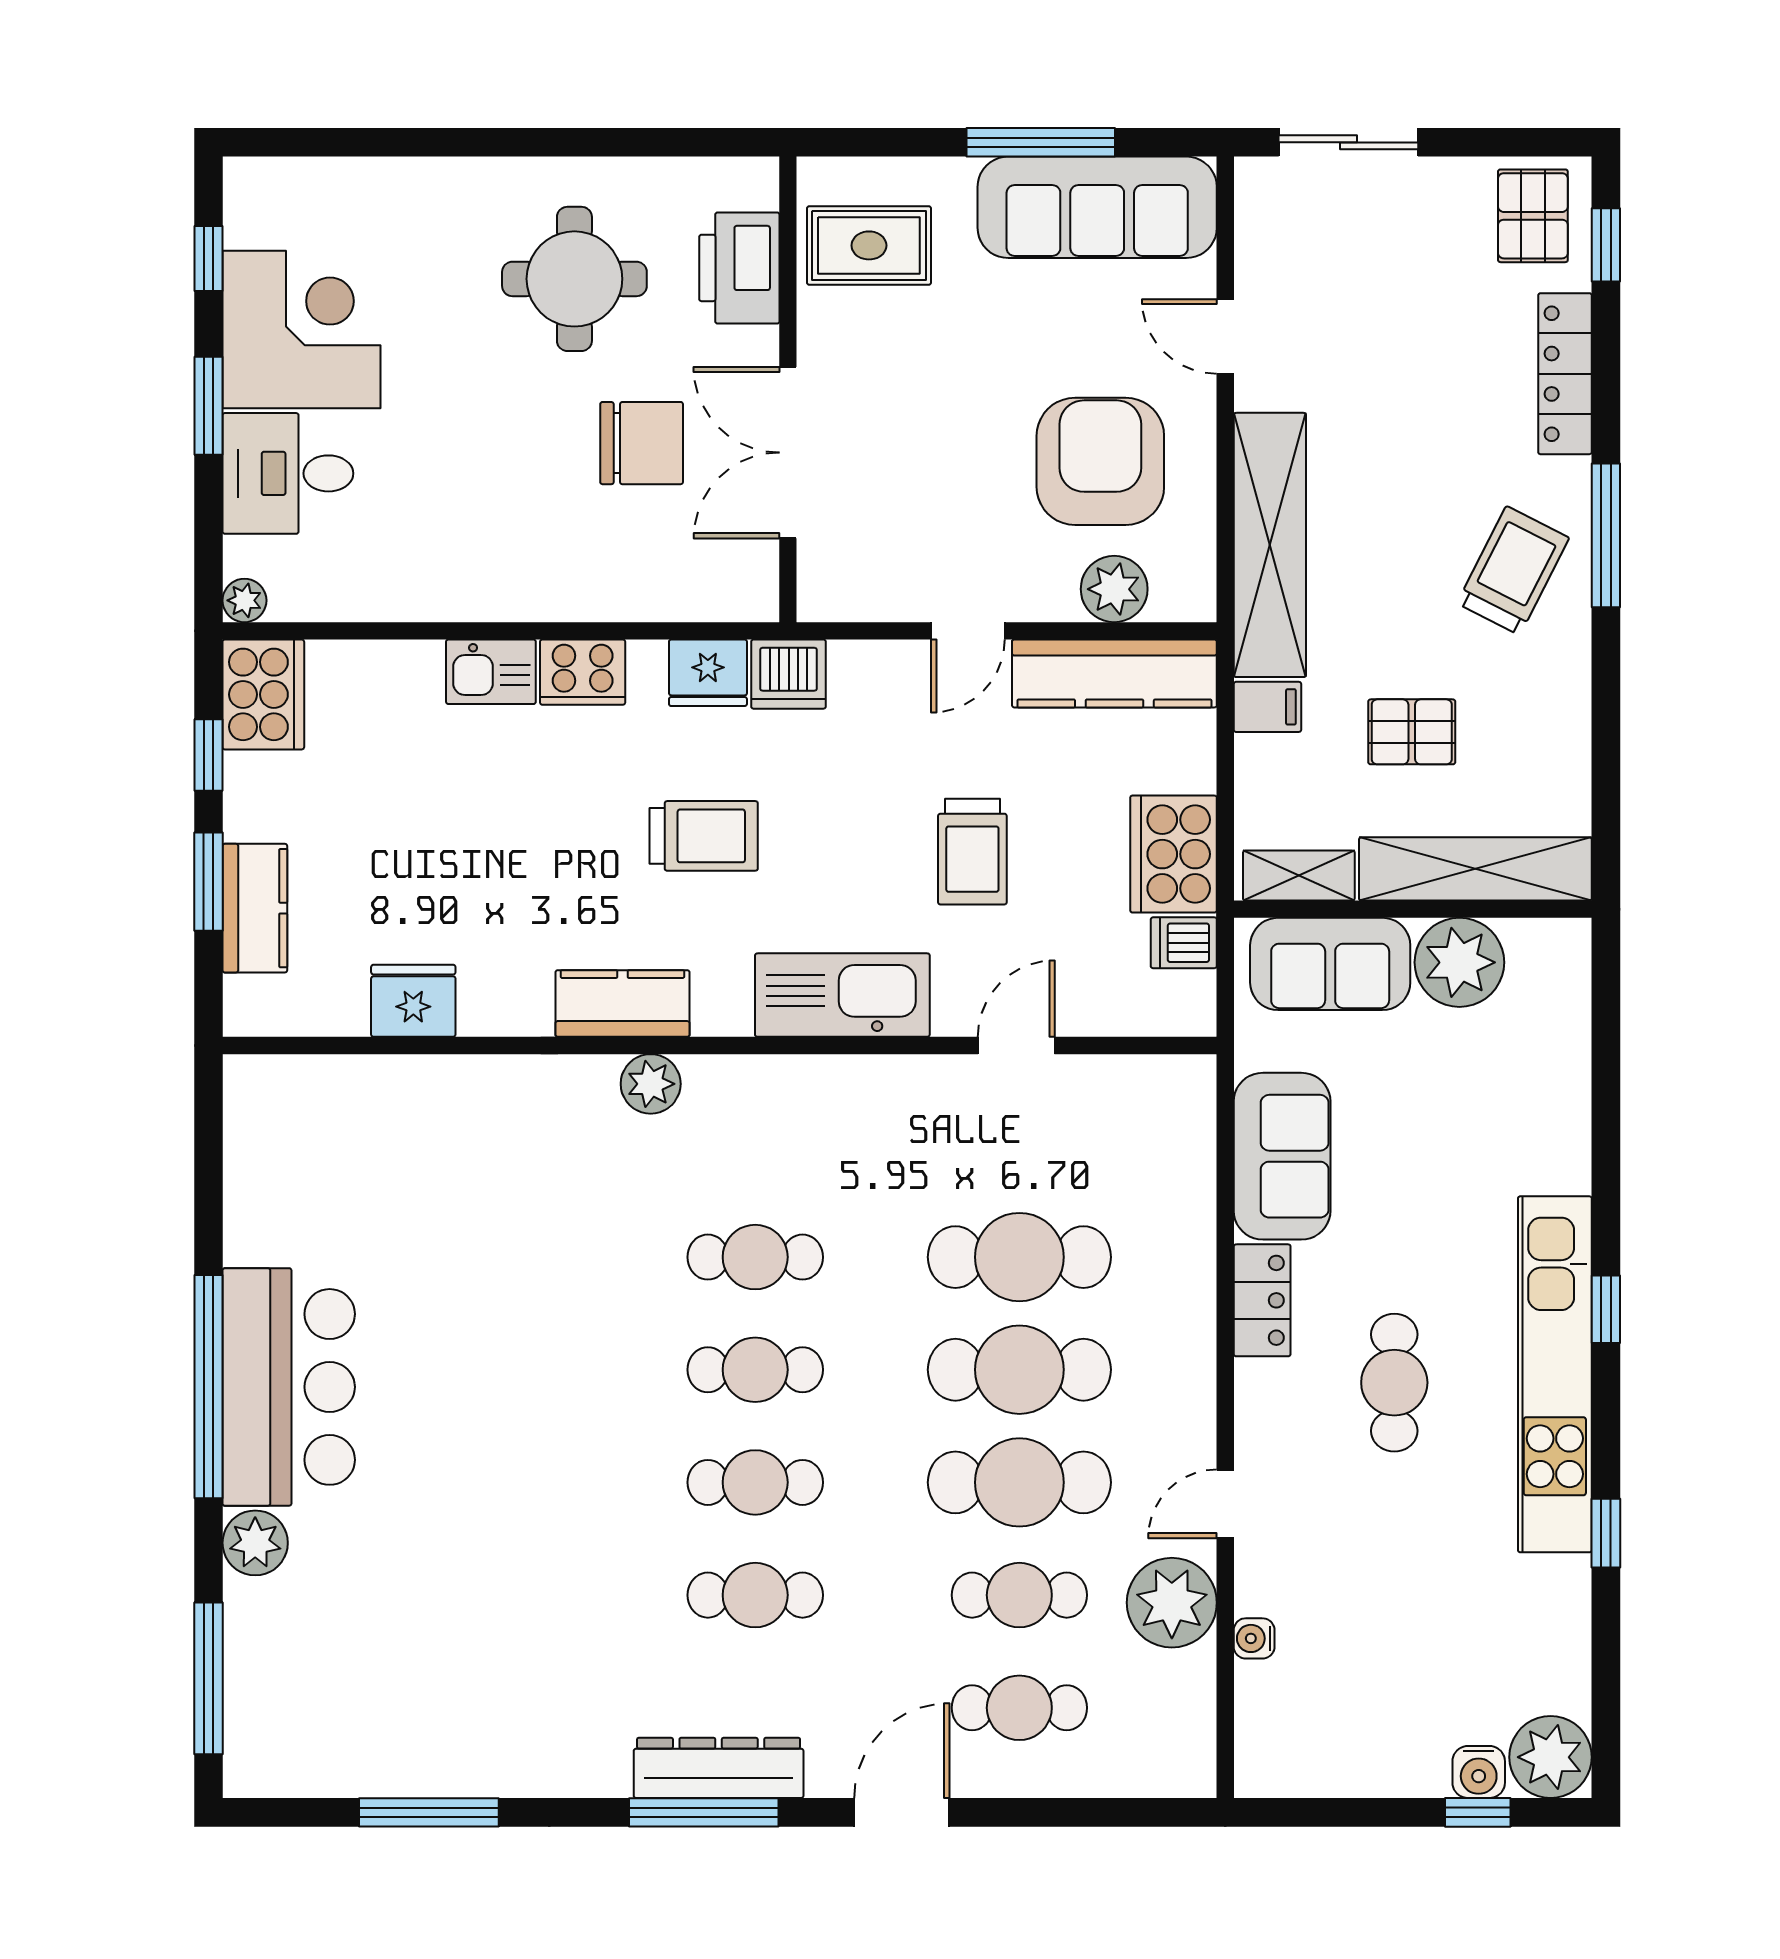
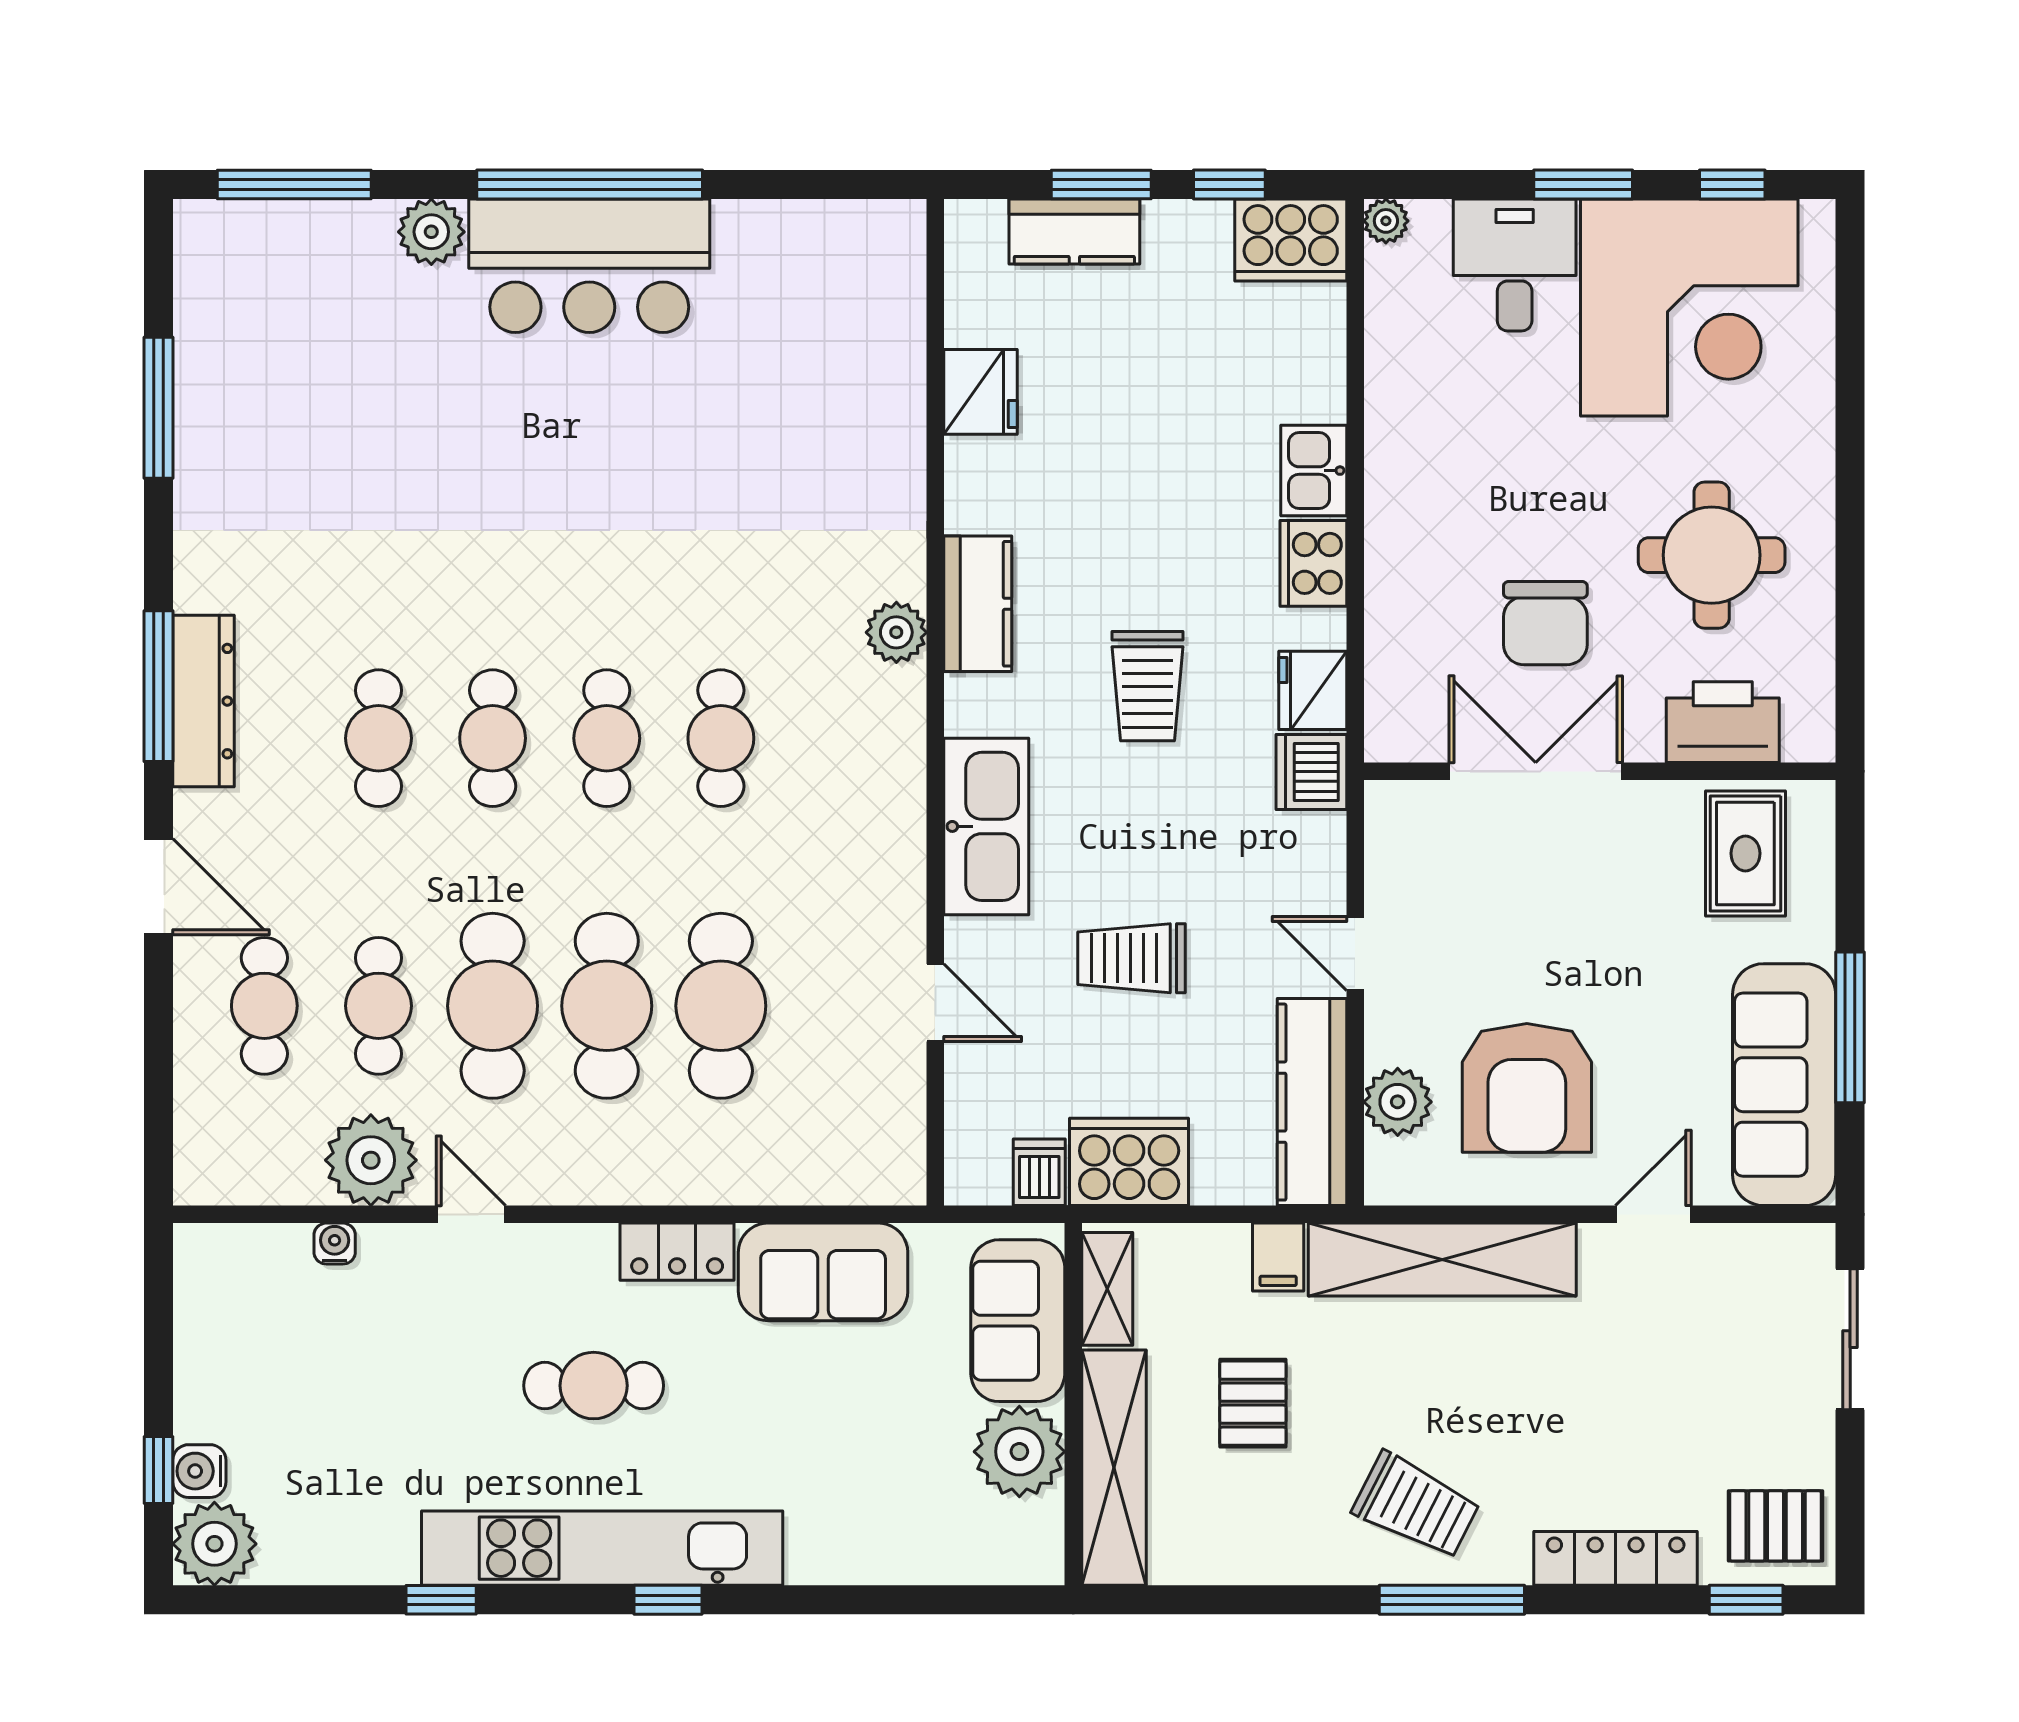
corner desk: (302, 329) -> (1689, 308), width x1.36, depth x1.36
armchair: (1100, 461) -> (1527, 1088), turned 90

